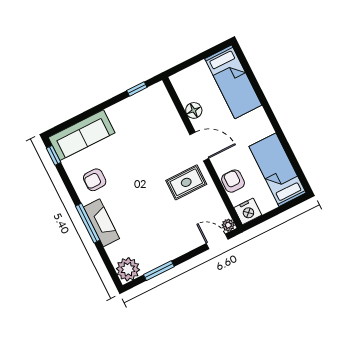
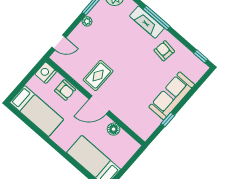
window: (137, 89) -> (168, 119), moved
sofa: (82, 135) -> (172, 96), moved
armchair: (95, 180) -> (164, 51), turned -82
plant: (228, 225) -> (87, 21), moved

